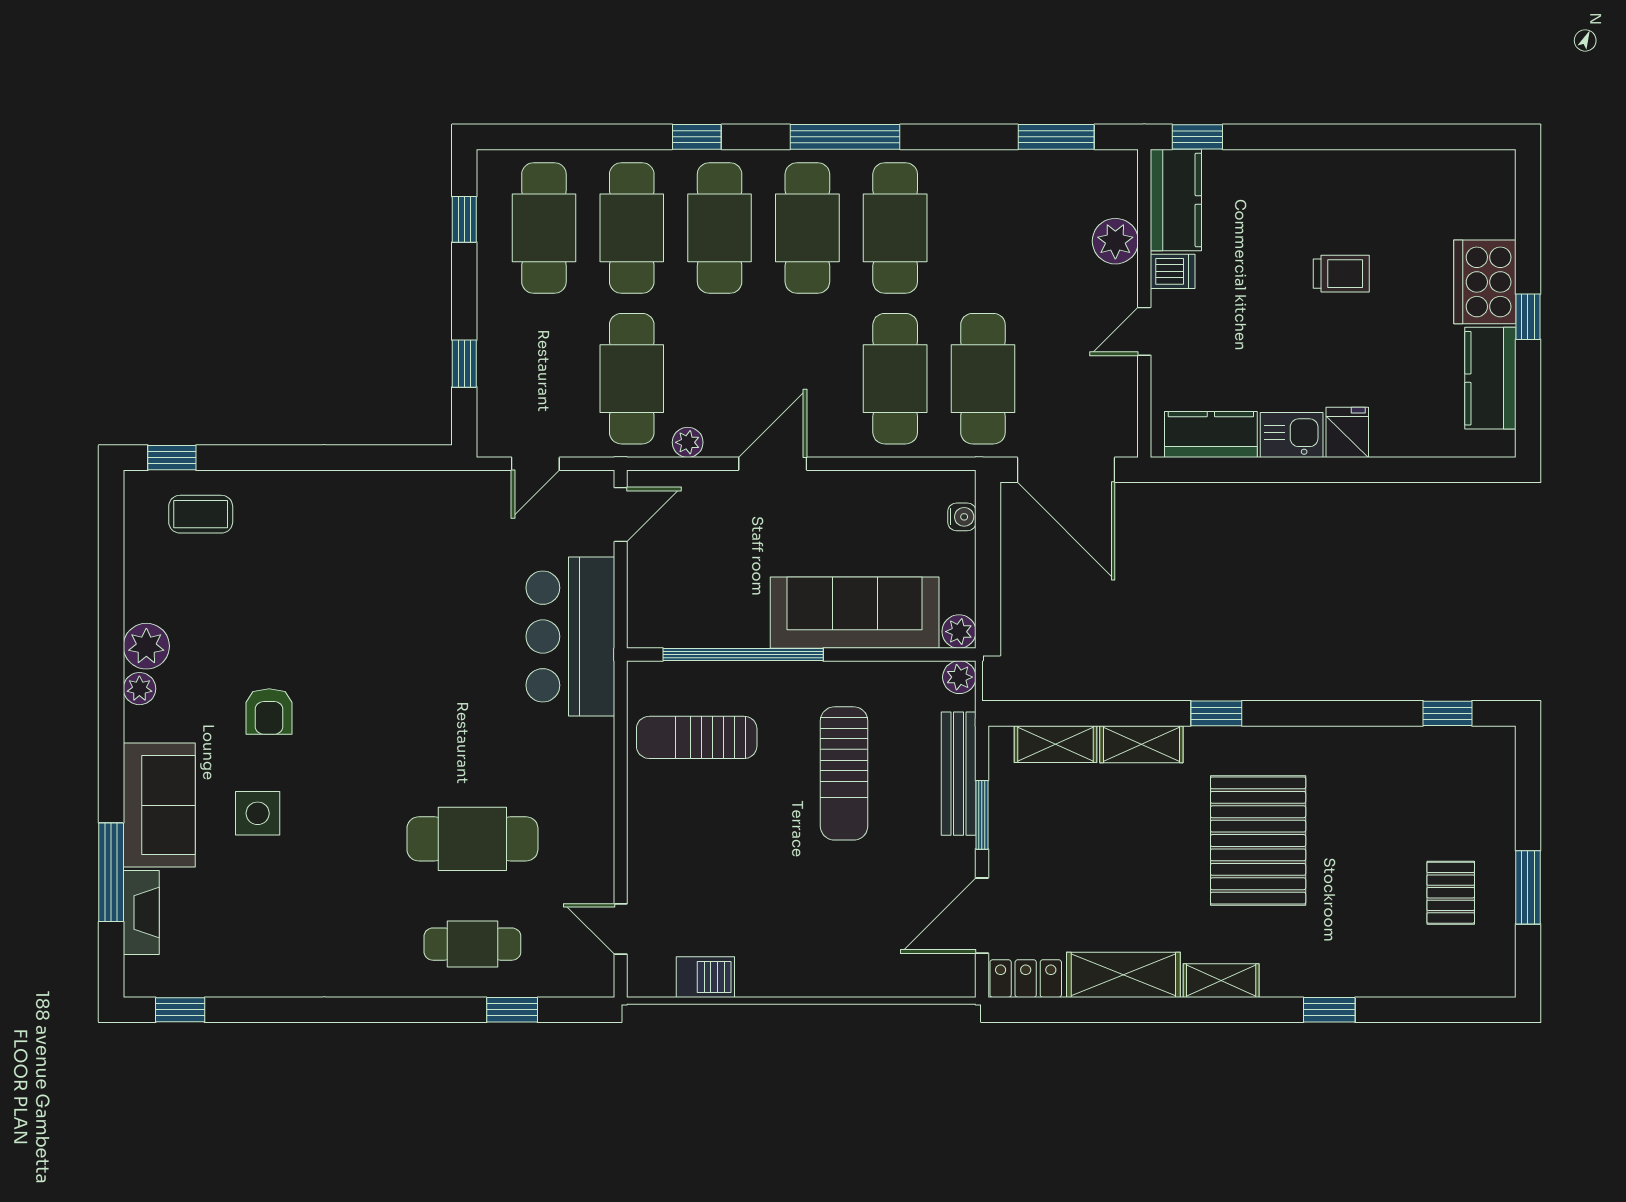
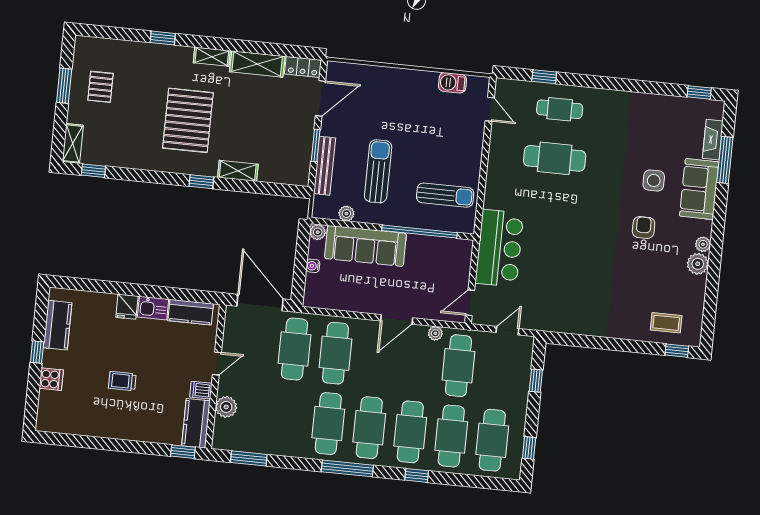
cooker: (1485, 282) -> (51, 379), width x0.53, depth x0.76
water cooler: (962, 517) -> (313, 266), moved
plant: (959, 677) -> (346, 213), moved
shelving: (1056, 744) -> (73, 143), moved, turned 90

